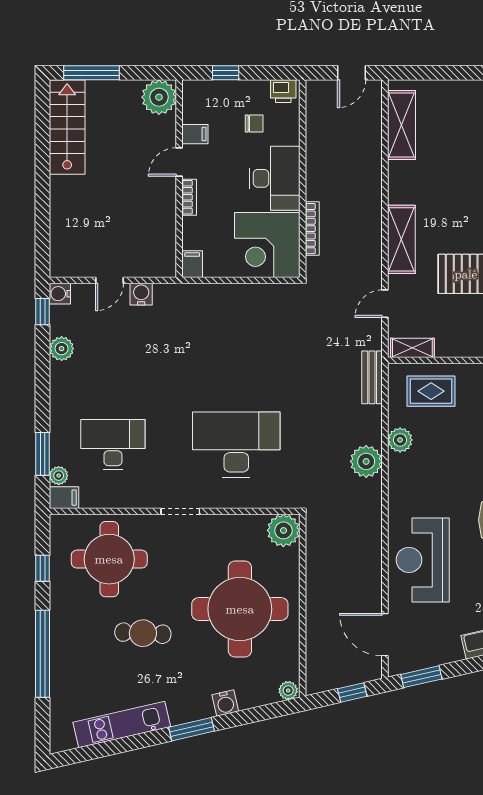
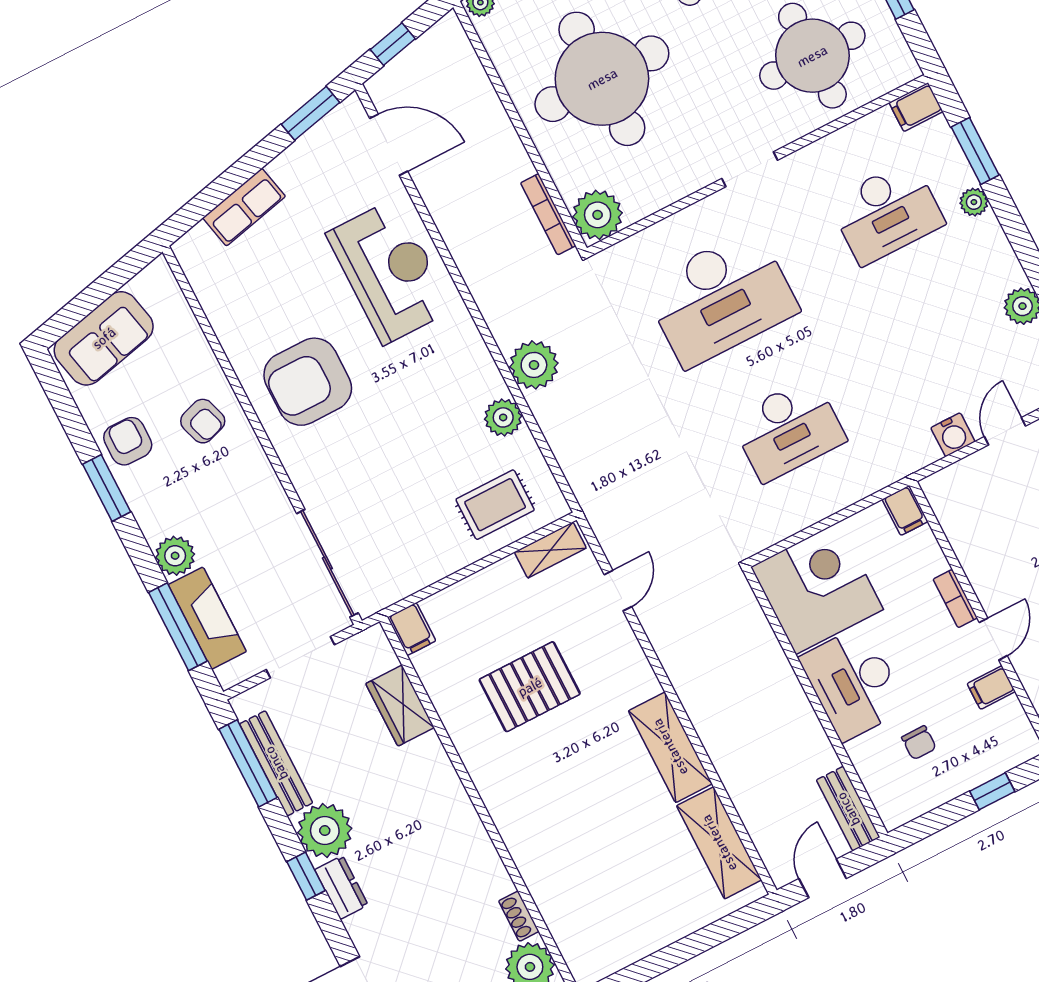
printer: (283, 91) -> (902, 807), removed
chair: (254, 123) -> (919, 743), turned -90
bookcase: (312, 229) -> (548, 214), moved
shelving: (401, 239) -> (670, 747), moved
desk: (236, 347) -> (788, 429), added
bench: (372, 377) -> (848, 809), moved
plant: (59, 476) -> (974, 202), moved

